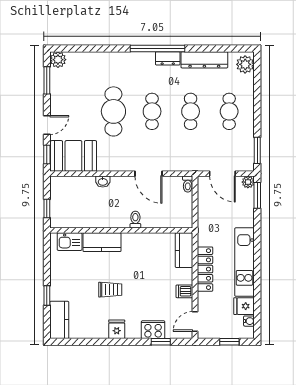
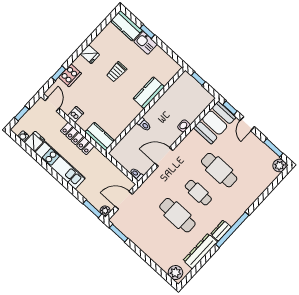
cafe table: (191, 111) -> (177, 215), width x1.37, depth x1.35
cafe table: (229, 111) -> (157, 238), removed
kitchen sink: (70, 242) -> (145, 43), moved, turned -90

